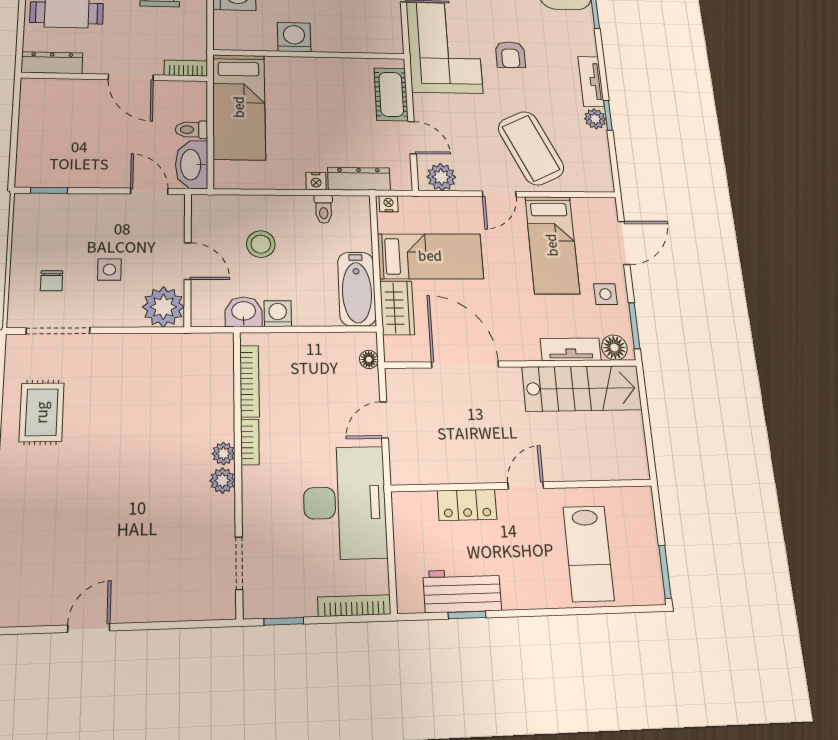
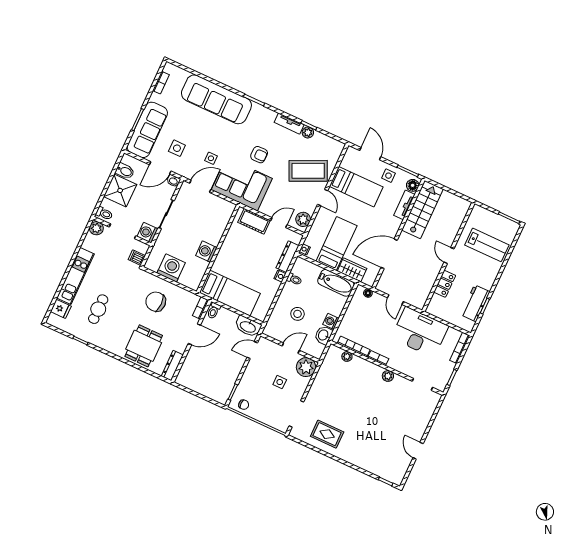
toilet: (192, 130) -> (214, 311), moved
chair: (52, 281) -> (244, 405), moved
plant: (223, 454) -> (347, 356), moved

